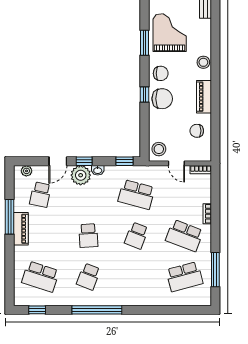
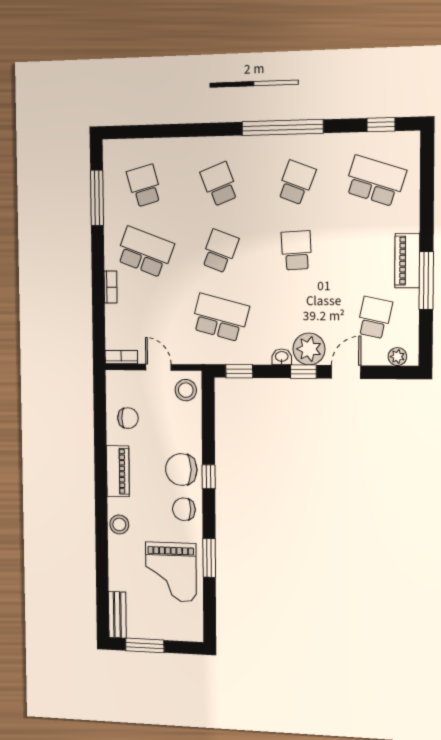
school desk: (136, 277) -> (219, 184), added
school desk: (184, 277) -> (144, 186), width x0.54

